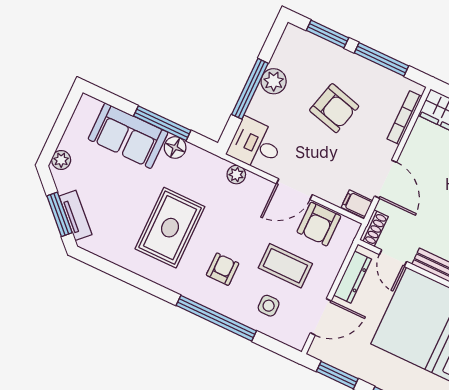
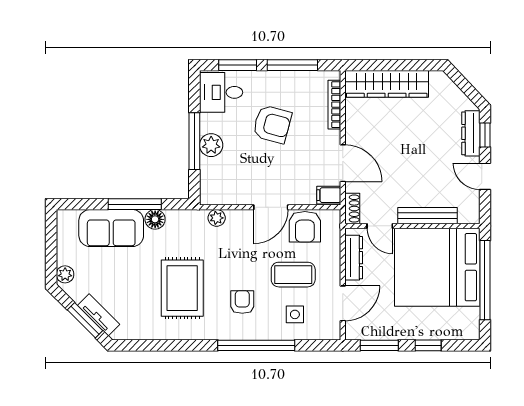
plant: (274, 81) -> (211, 145), moved
desk: (256, 145) -> (221, 92), moved

